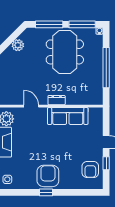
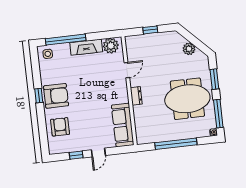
window: (49, 24) -> (214, 79), width x0.69
sofa: (68, 116) -> (123, 125), moved
armchair: (90, 169) -> (60, 127), moved, turned 90

